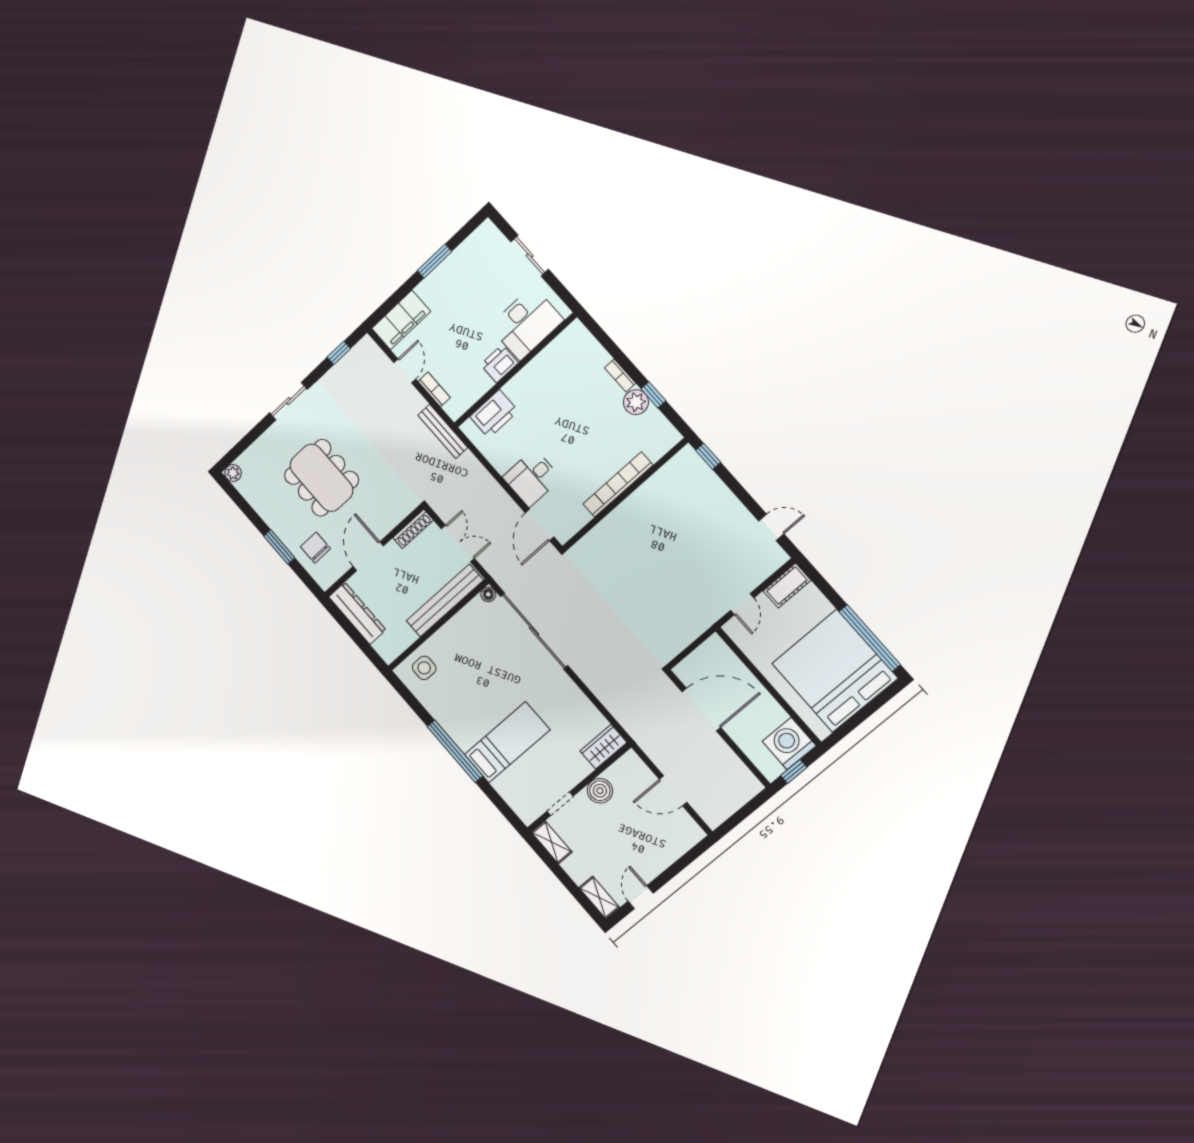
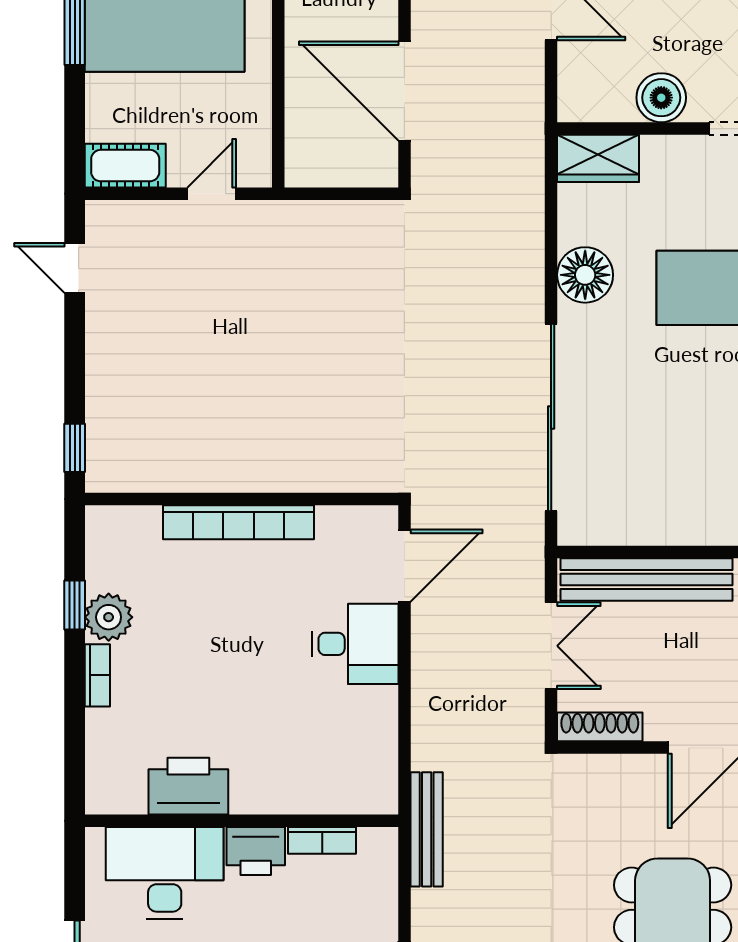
bookcase: (434, 389) -> (322, 840), moved, turned -90
printer: (494, 414) -> (188, 786), moved
double door: (458, 544) -> (551, 646), swing flipped
floor lamp: (488, 594) -> (585, 275), moved, width x1.89, depth x1.89

